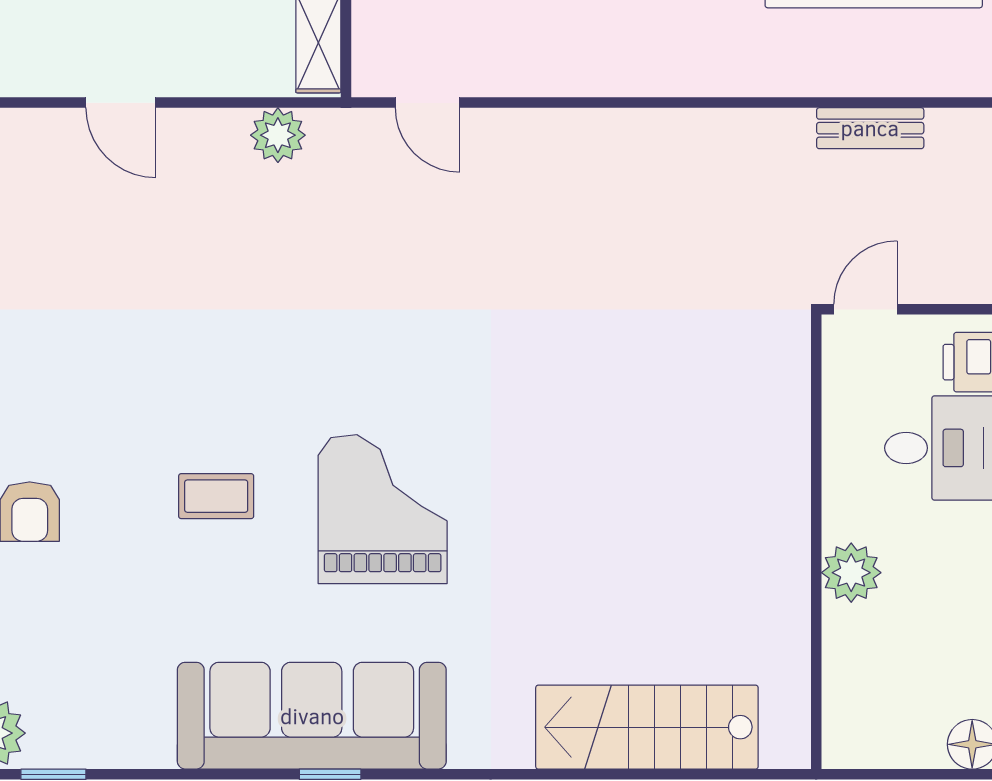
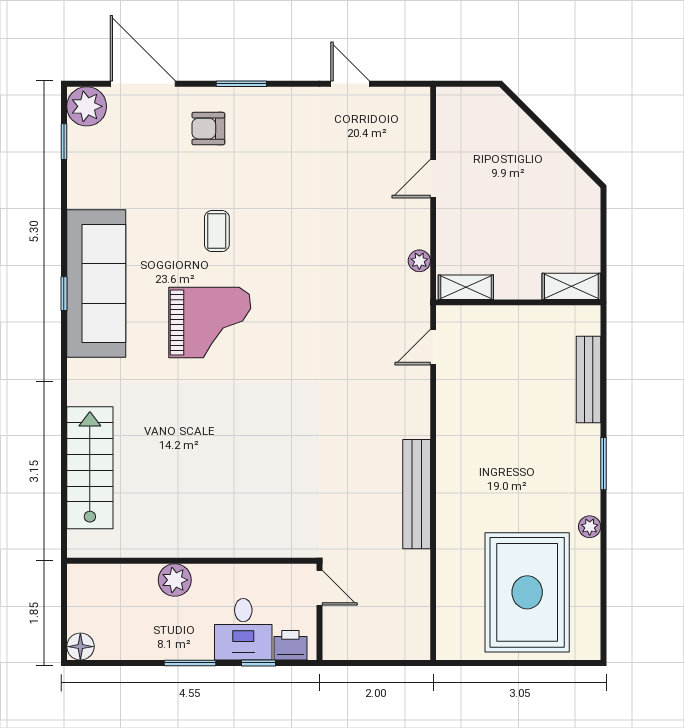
bench: (870, 128) -> (417, 494), moved, width x1.86, depth x1.21
plant: (278, 135) -> (419, 261), width x0.73, depth x0.73

